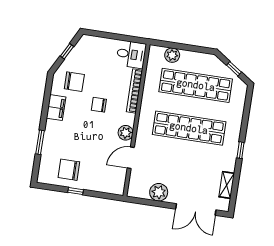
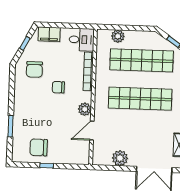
chair: (74, 82) -> (34, 69), turned 90
filing cabinet: (56, 108) -> (49, 34), moved, turned 90

